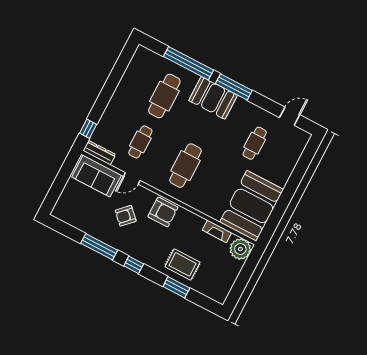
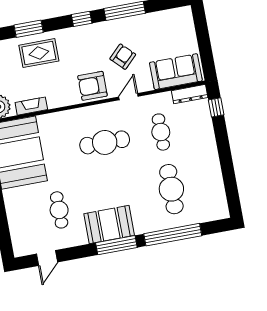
booth: (213, 98) -> (109, 225), moved
cafe table: (186, 166) -> (105, 142), turned 90
door: (132, 178) -> (128, 97), moved

